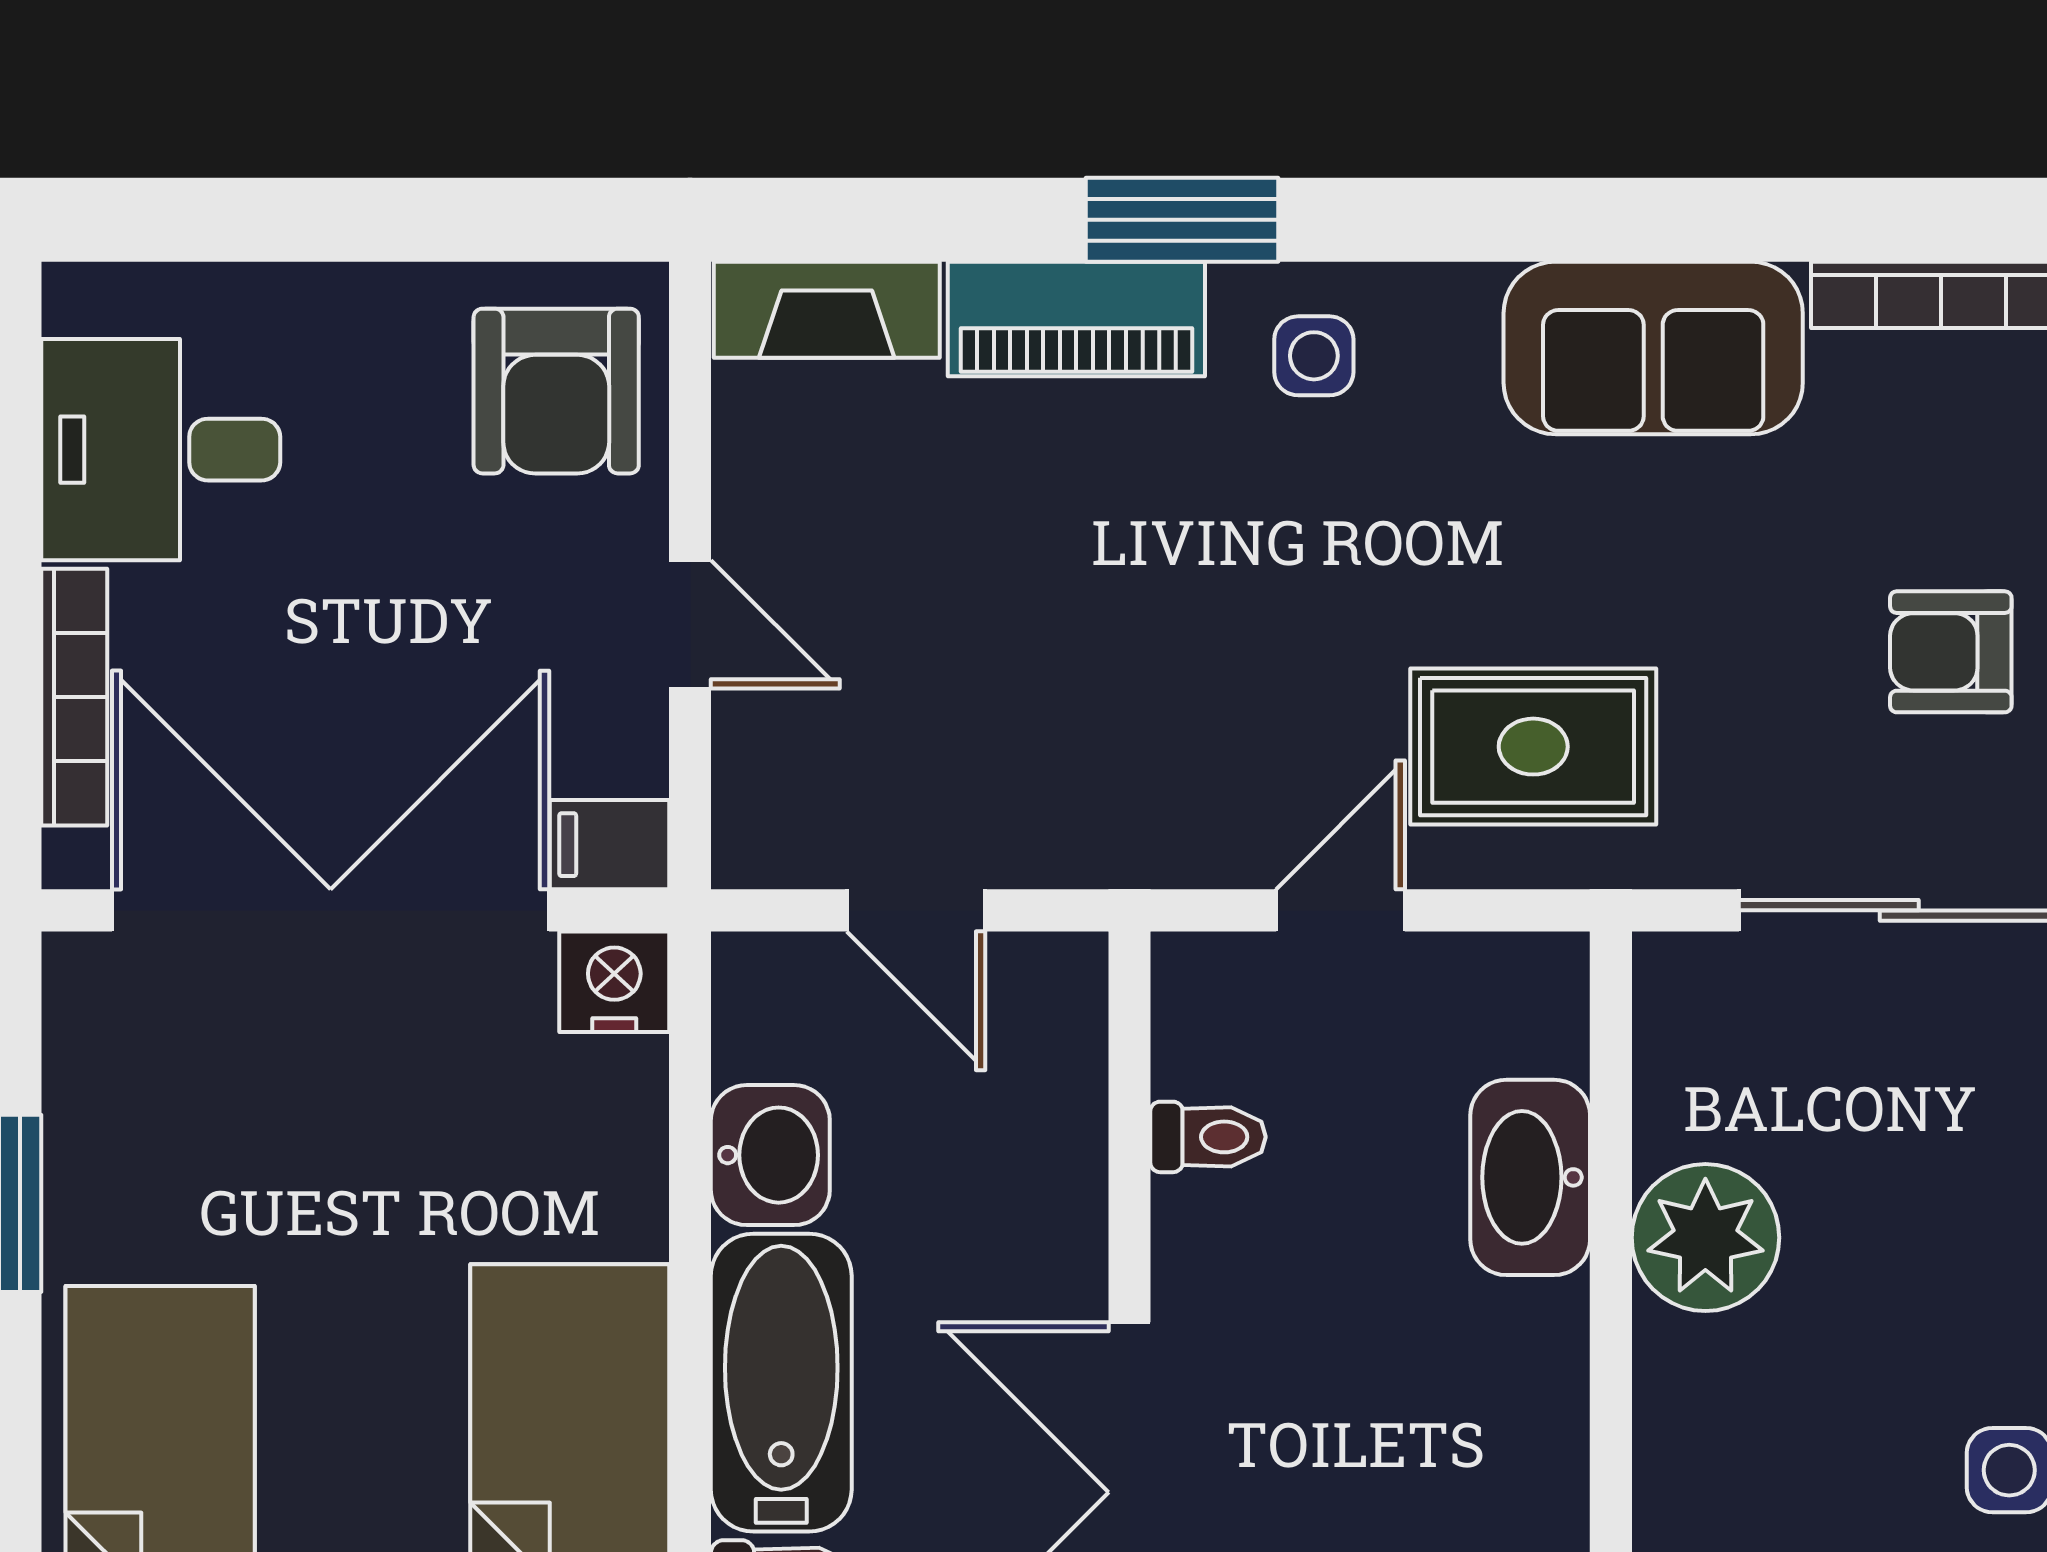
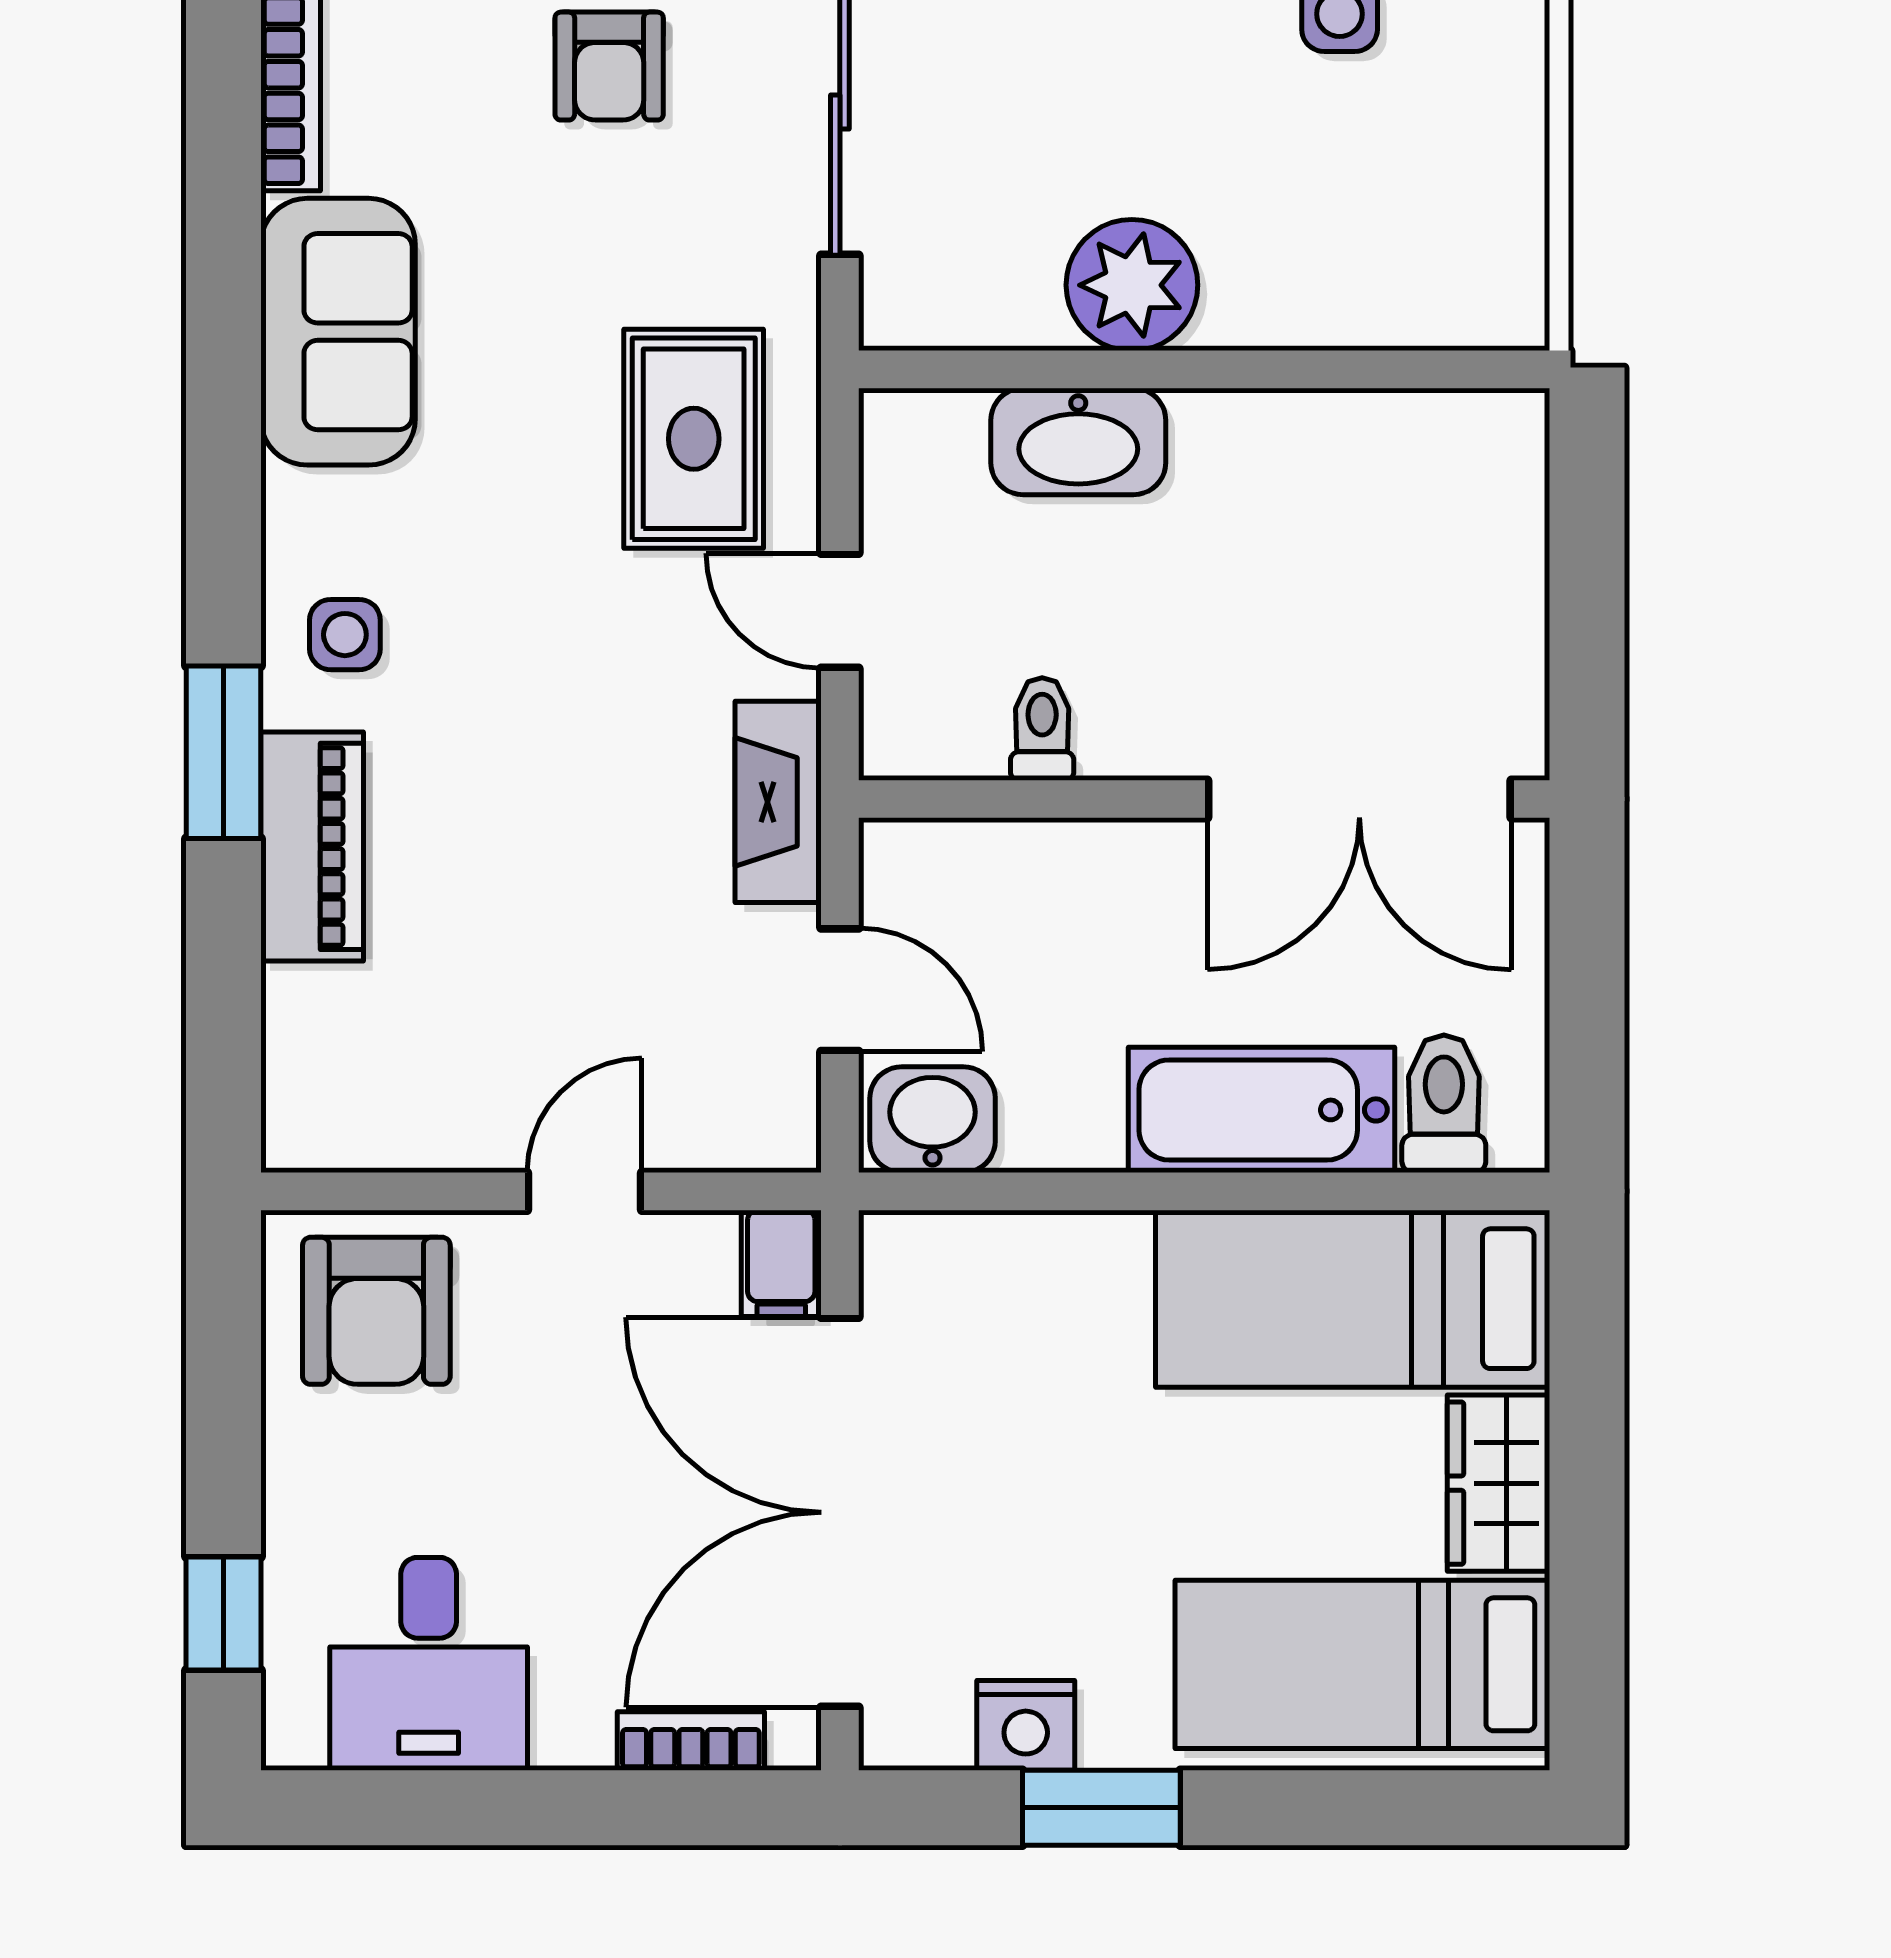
window: (217, 220) -> (223, 1614), added
fireplace: (827, 310) -> (778, 802), moved, turned 180
armchair: (556, 391) -> (376, 1311), turned 90
bookcase: (74, 697) -> (691, 1741), width x0.64
door: (916, 910) -> (840, 990), hinge flipped
nightstand: (614, 982) -> (1026, 1725), moved, turned -90
washbasin: (770, 1155) -> (933, 1120), moved

